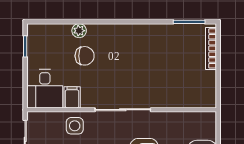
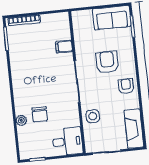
chair: (85, 56) -> (40, 114), turned 180
filing cabinet: (72, 97) -> (64, 47), moved

